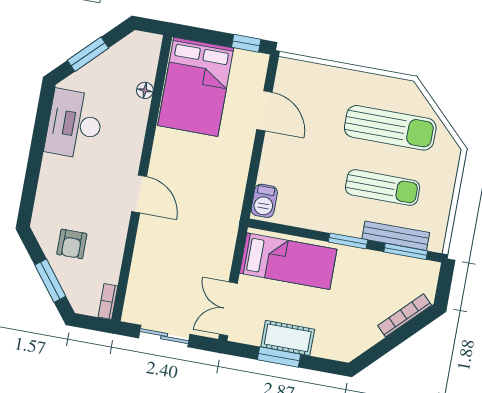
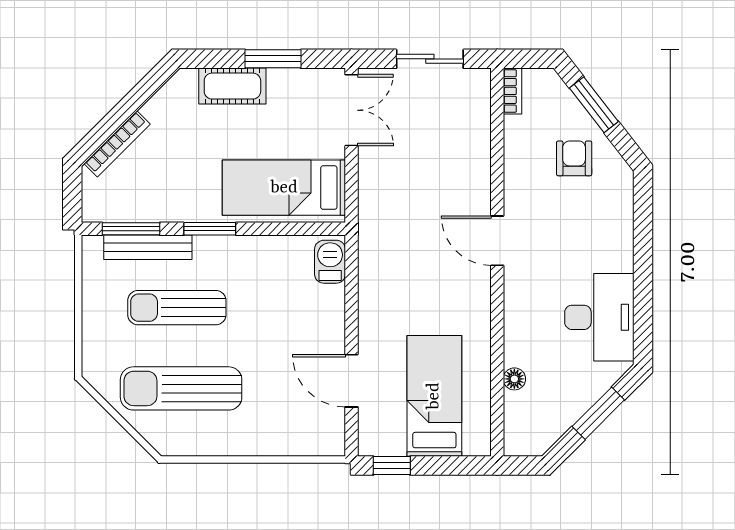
bed: (196, 87) -> (434, 396), width x0.67
cot: (288, 338) -> (232, 86), moved

